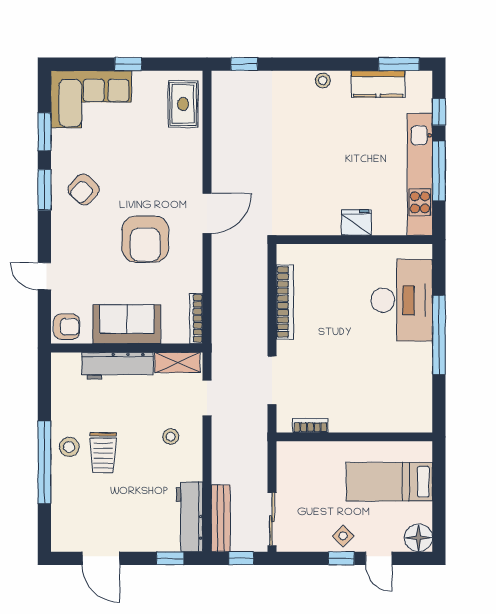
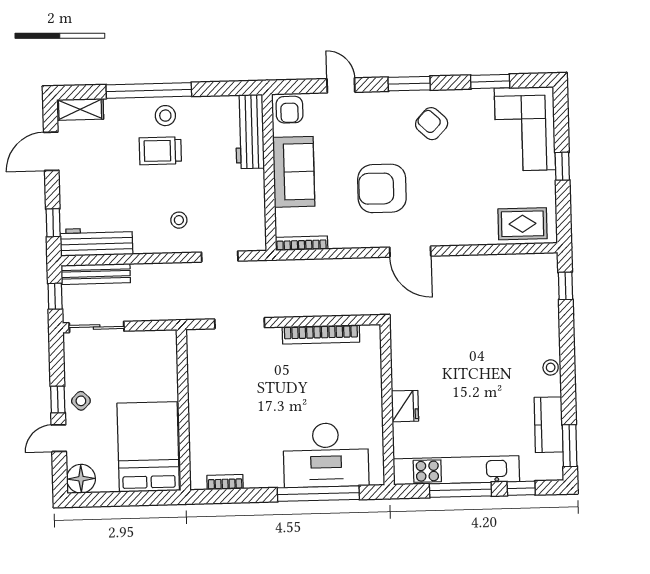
window: (44, 190) -> (409, 84), moved
door: (44, 276) -> (341, 85), hinge flipped
window: (439, 335) -> (318, 494), moved
shelving: (177, 362) -> (80, 109), moved, turned 90
workbench: (117, 366) -> (250, 131), moved
bookcase: (310, 426) -> (225, 482), moved, turned -90
bed: (389, 482) -> (148, 447), width x1.50

